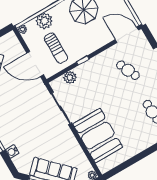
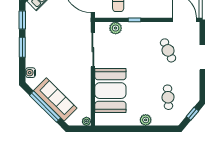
plant: (144, 143) -> (146, 120), added
water cooler: (12, 152) -> (30, 73), moved

